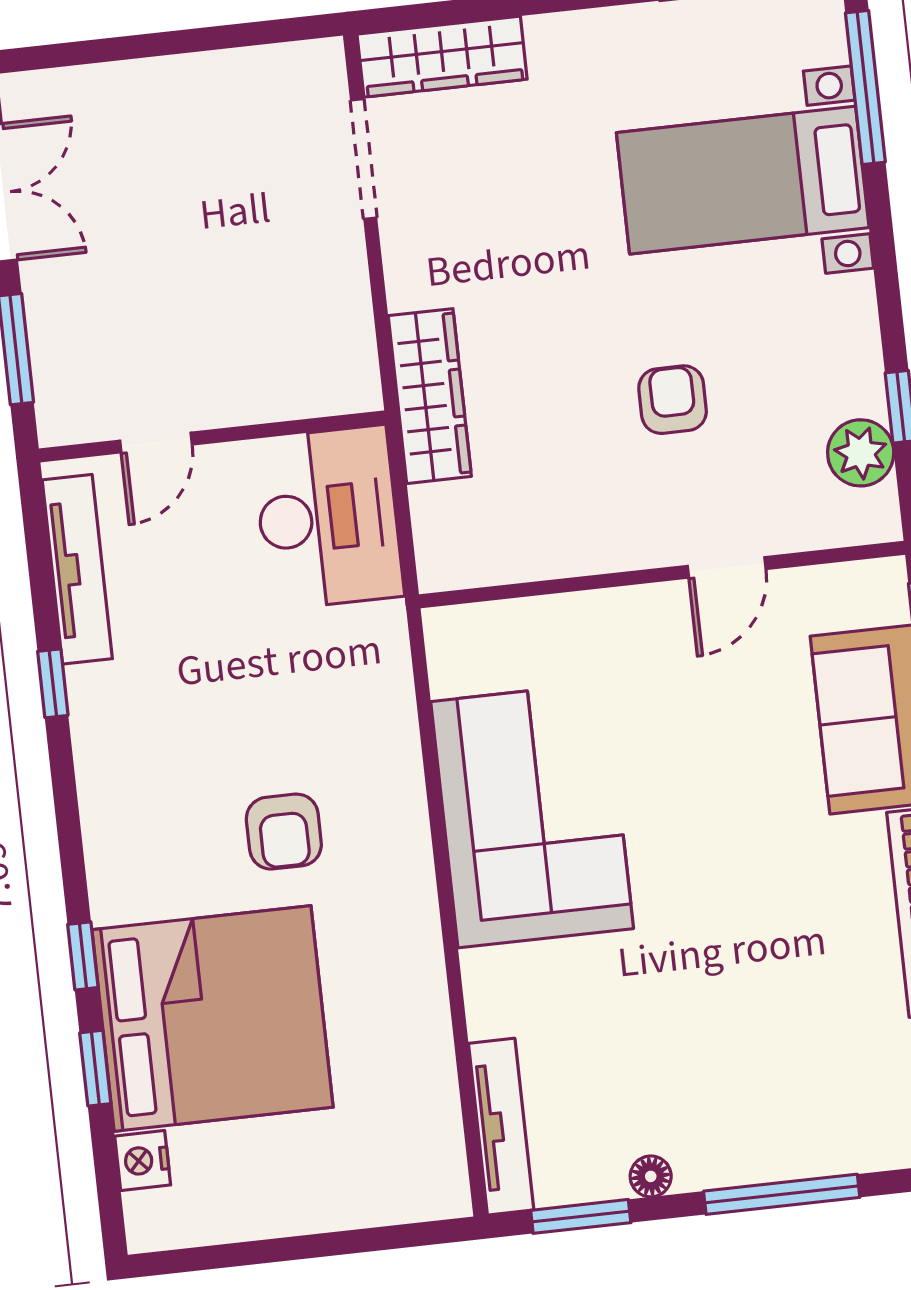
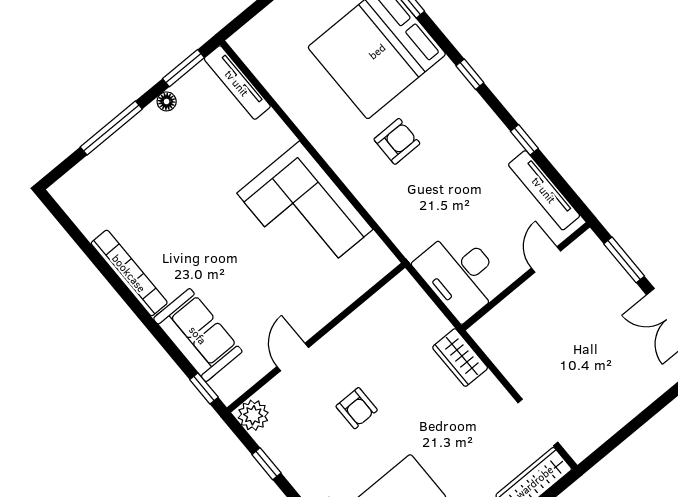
wardrobe: (430, 396) -> (460, 358), width x0.67
plant: (861, 453) -> (253, 415), moved
armchair: (284, 832) -> (397, 141), turned 90
window: (83, 956) -> (470, 74), moved

